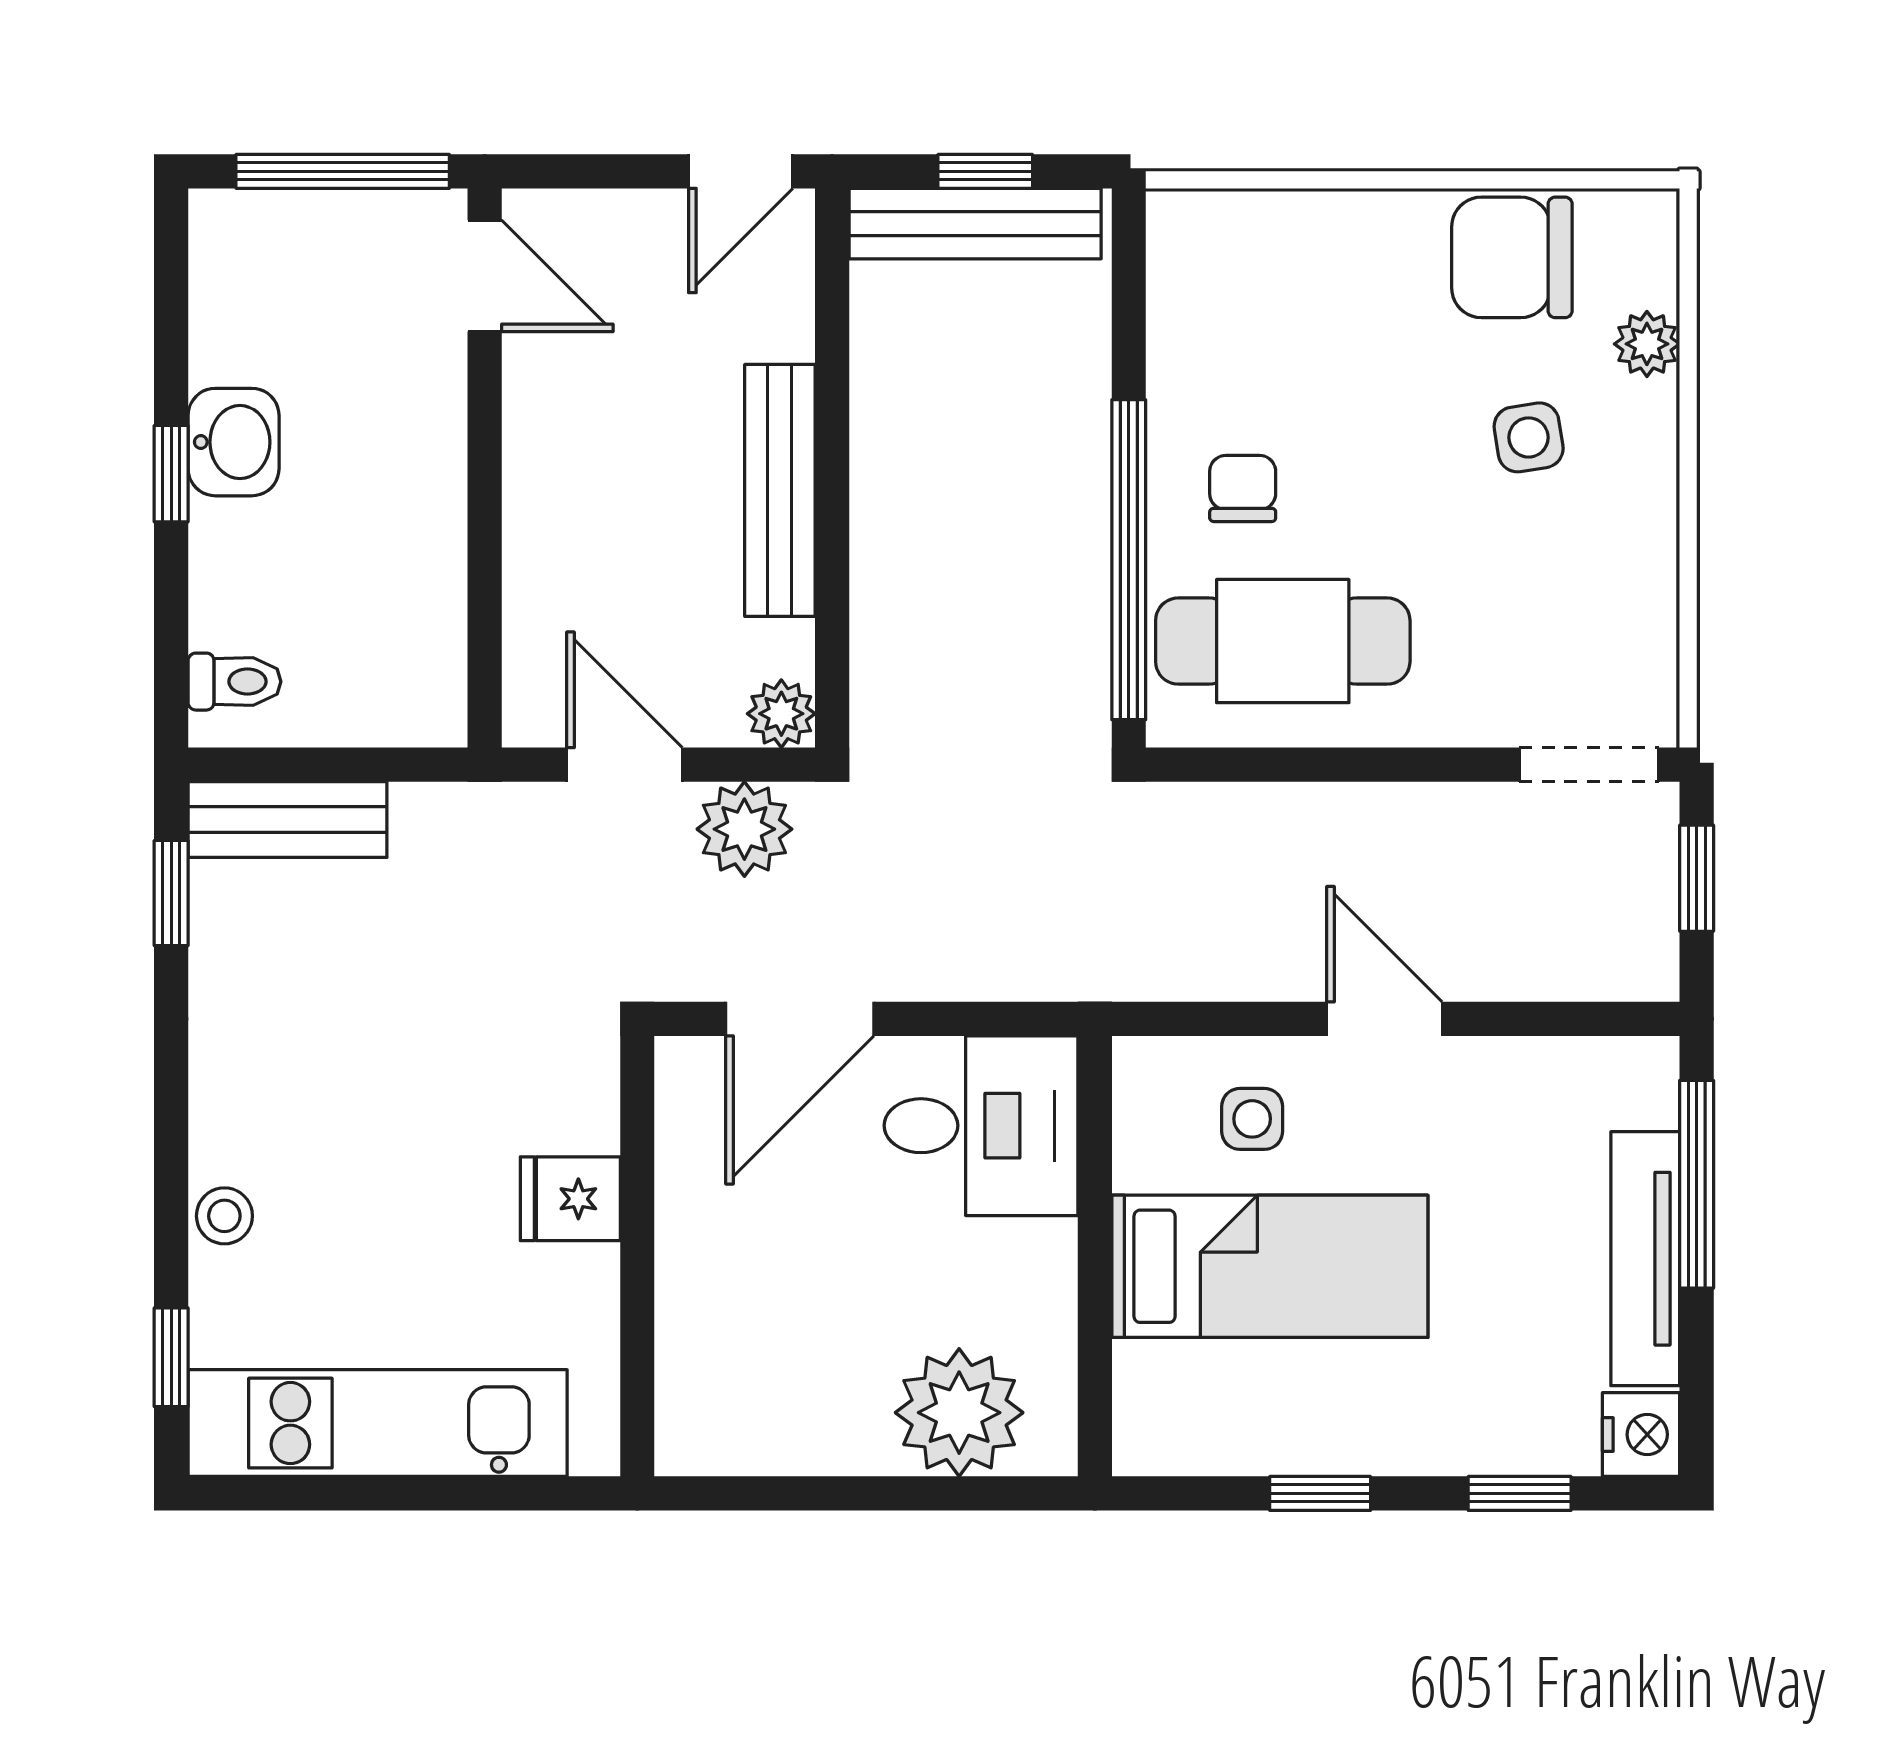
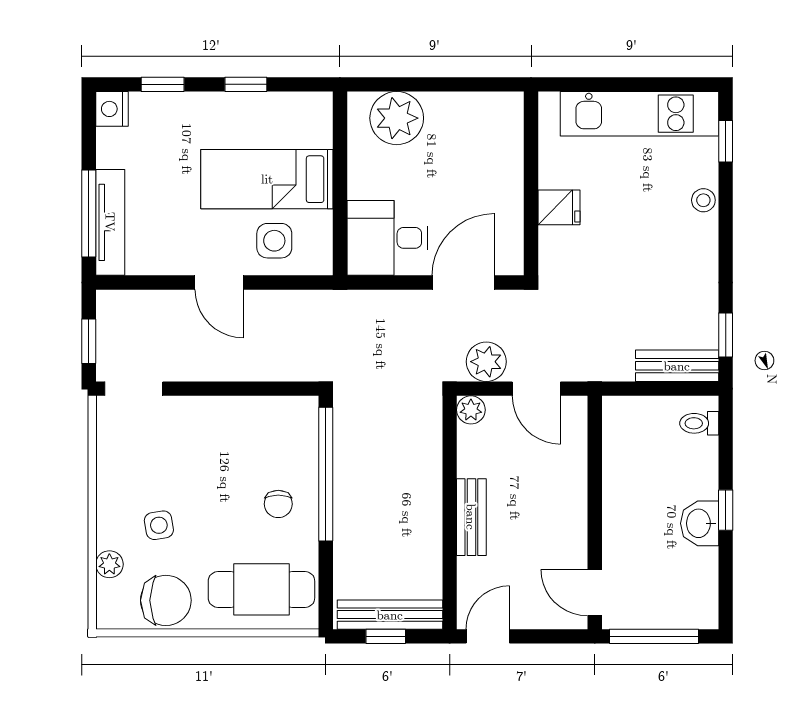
bench: (780, 490) -> (471, 517), width x0.73
cafe table: (1283, 641) -> (261, 589), moved
side table: (1252, 1119) -> (274, 241), width x1.37, depth x1.37
tv unit: (1645, 1259) -> (110, 222), moved

